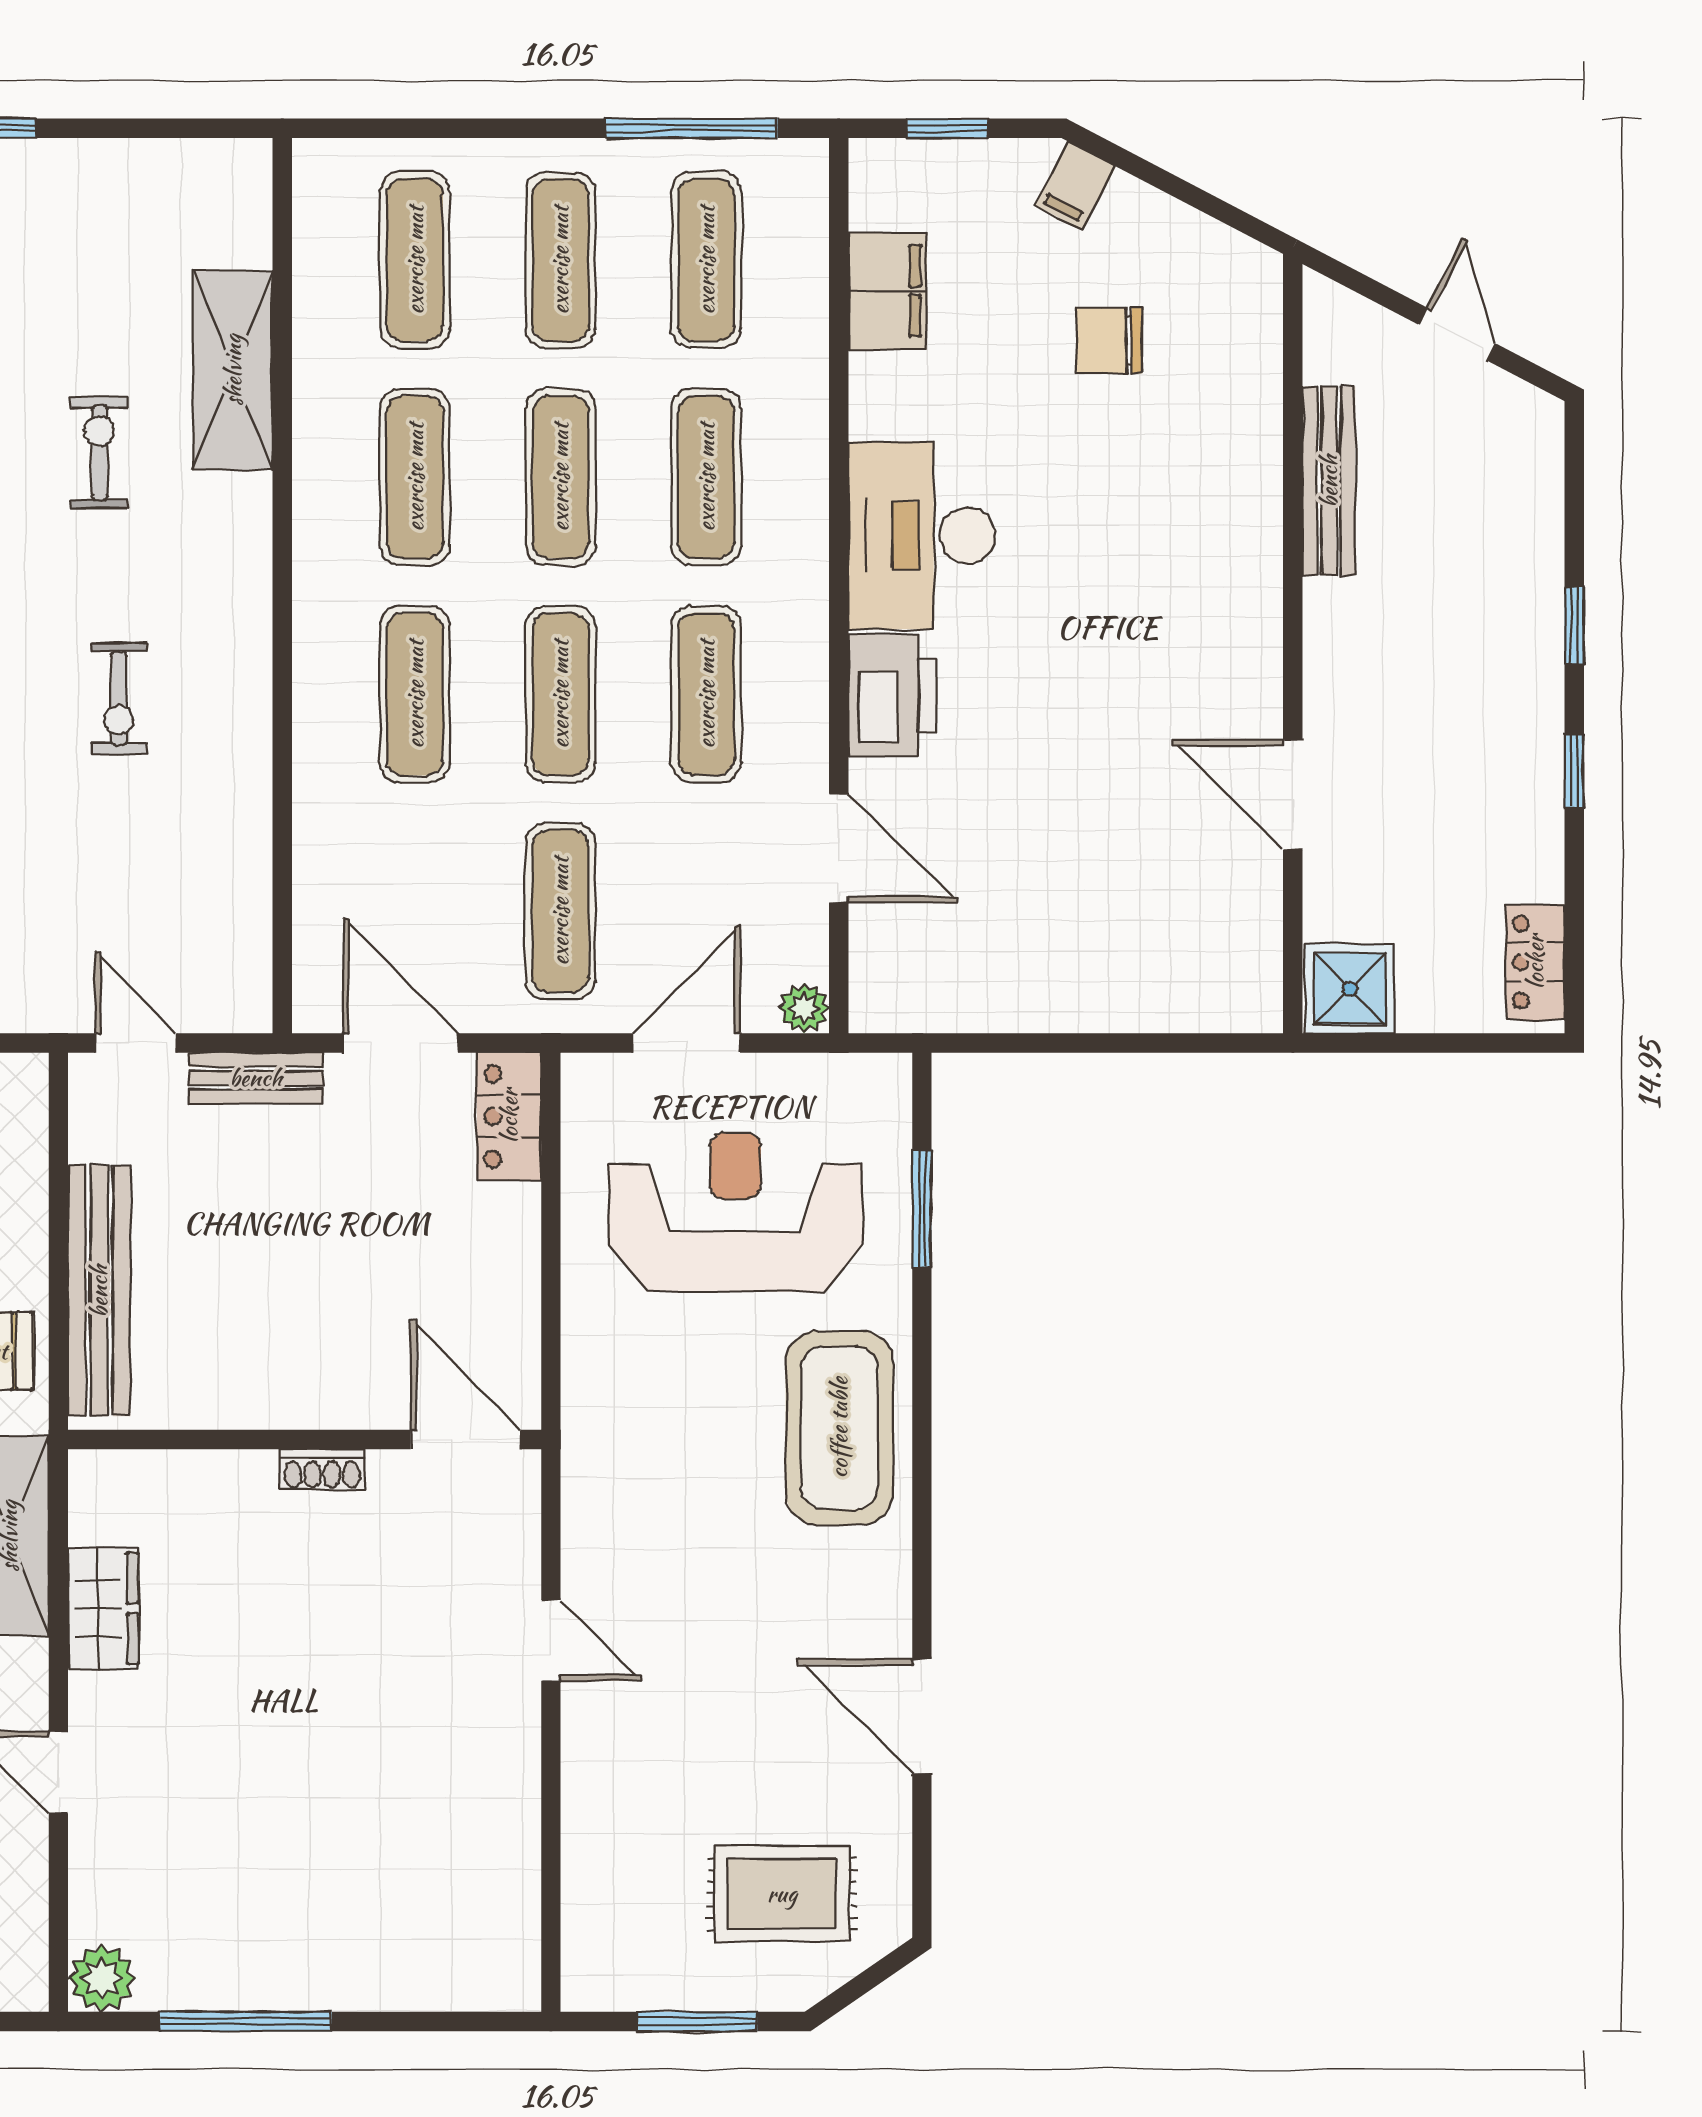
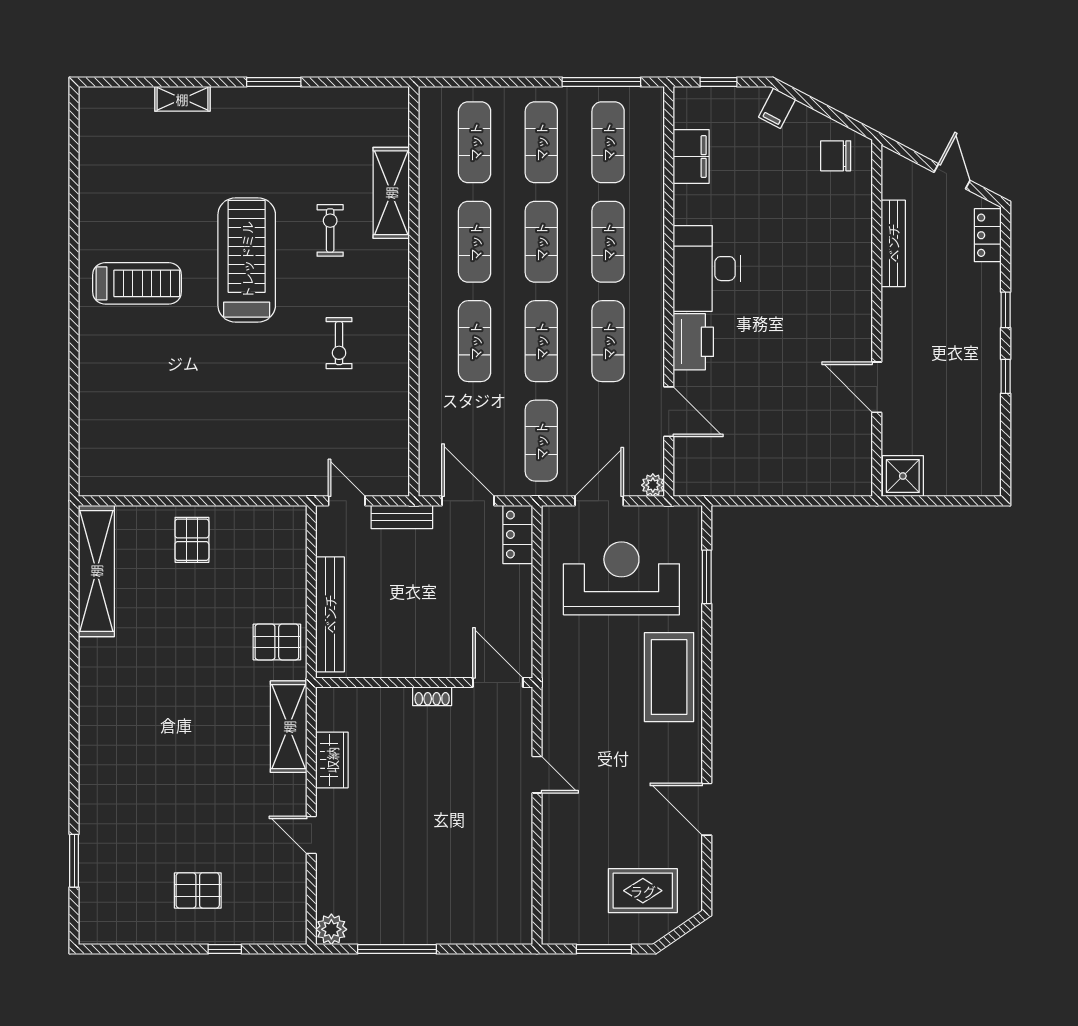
chair: (1109, 340) -> (836, 156), moved
locker: (1535, 962) -> (988, 235), moved

